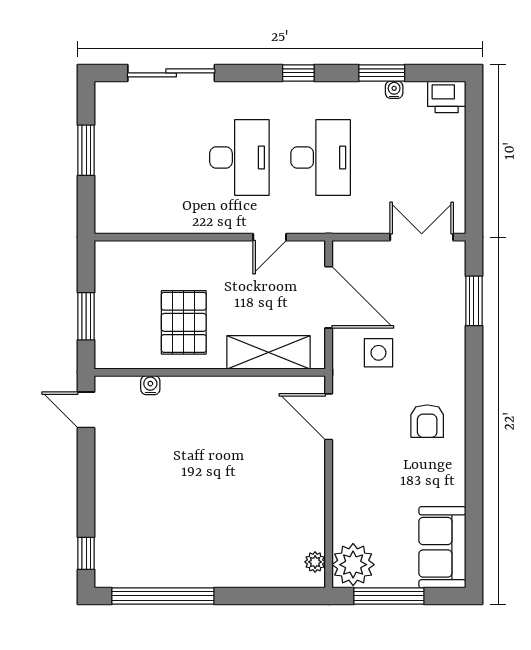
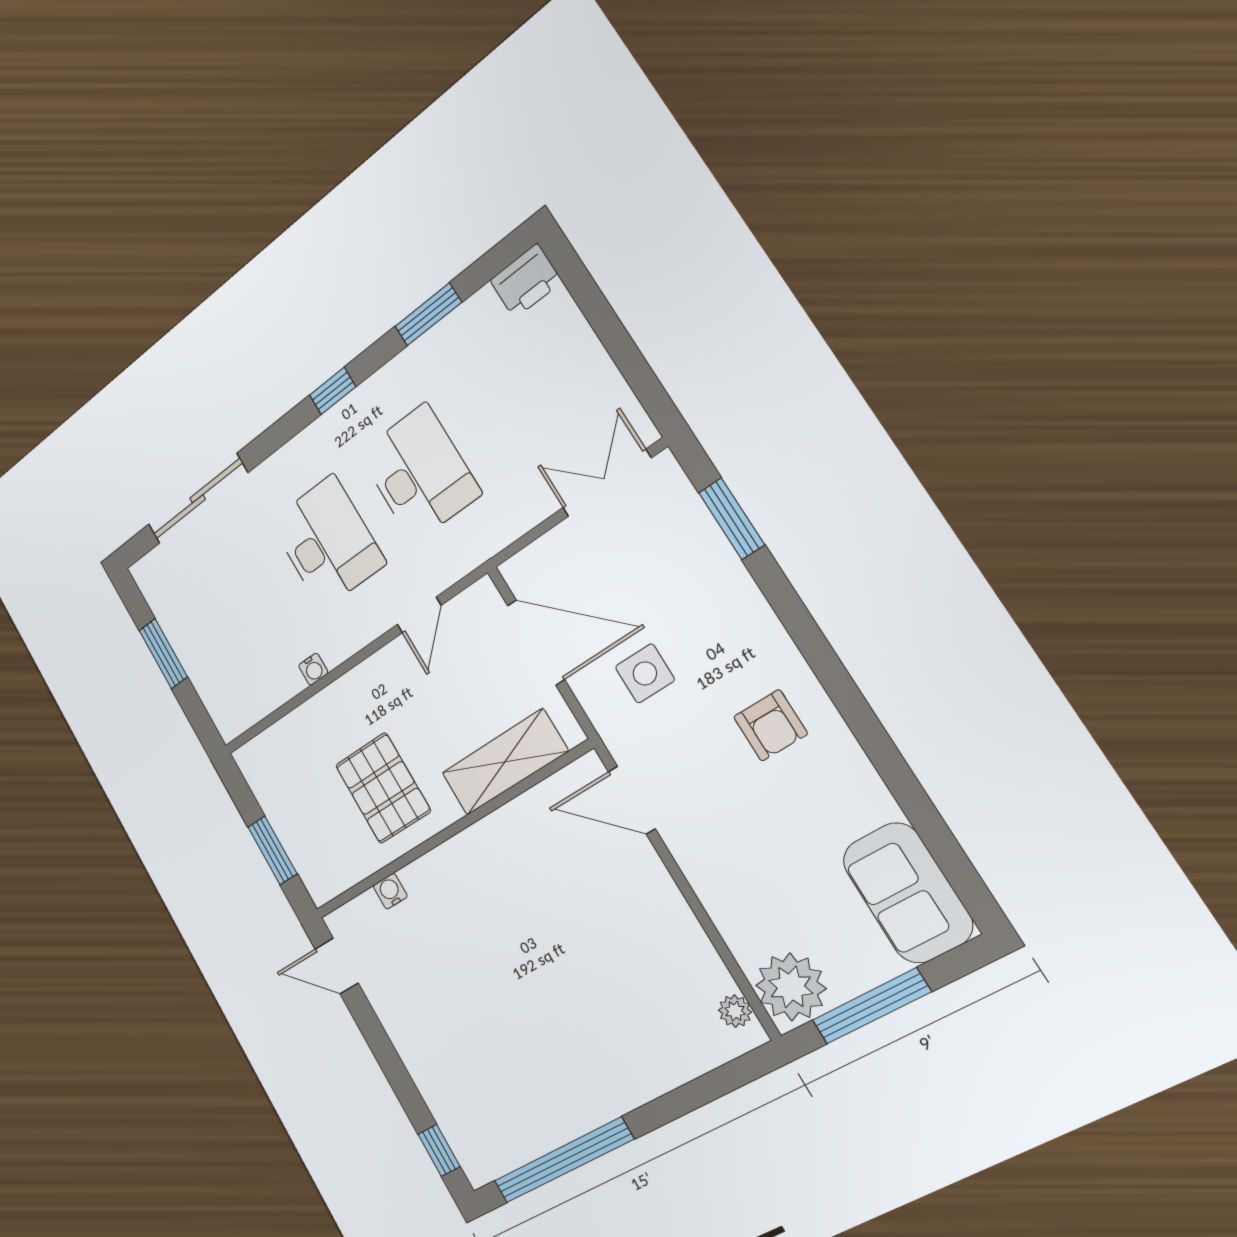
water cooler: (394, 90) -> (313, 669), moved, turned 180

